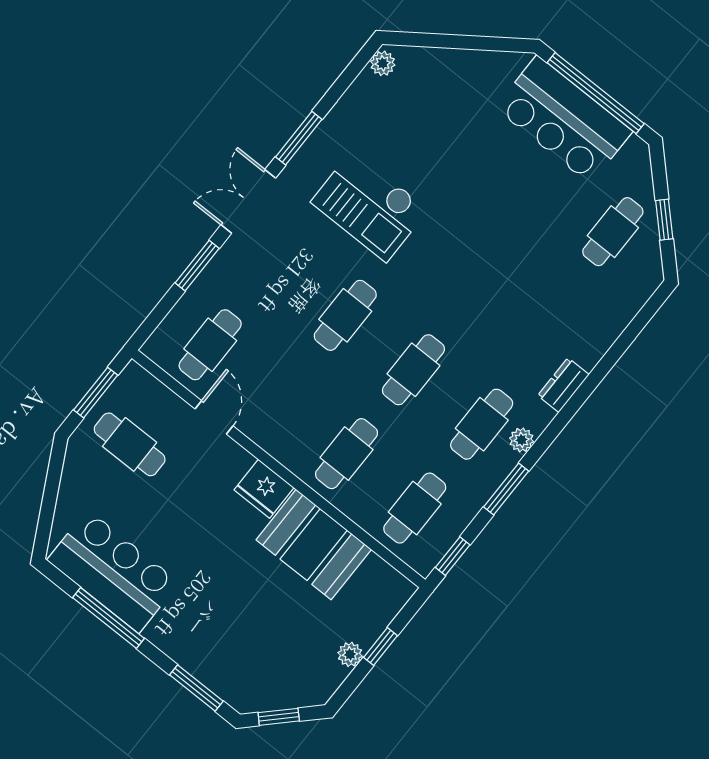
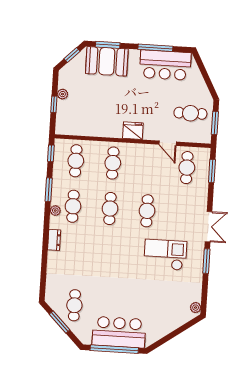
window: (664, 220) -> (59, 322), width x1.50
window: (197, 266) -> (212, 171), moved
booth: (314, 545) -> (107, 61), moved

